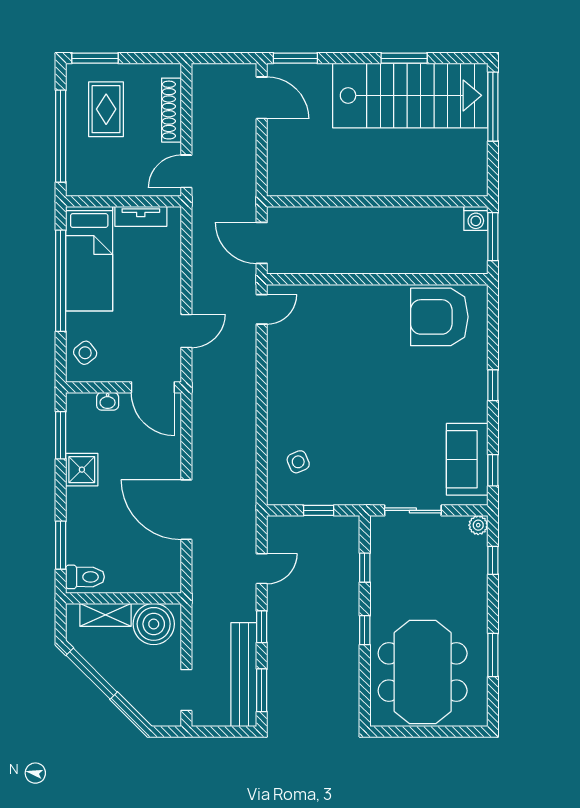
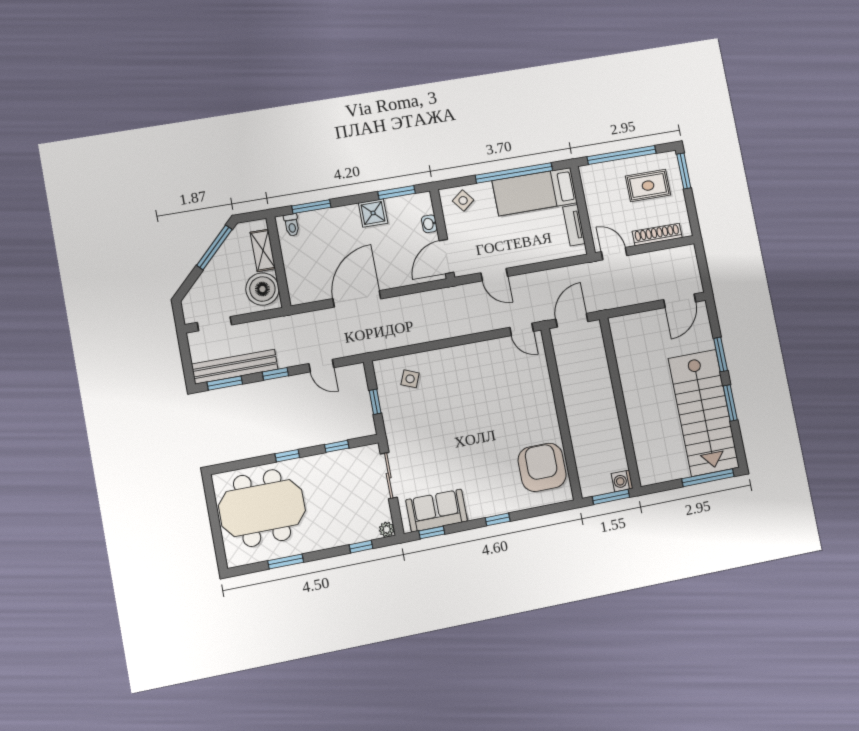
window: (295, 58) -> (721, 354), moved
side table: (298, 462) -> (410, 379), turned 45
toilet: (85, 577) -> (292, 225), width x0.73, depth x0.72

